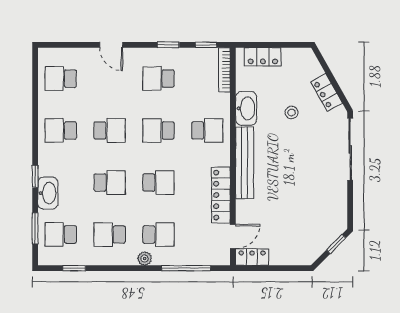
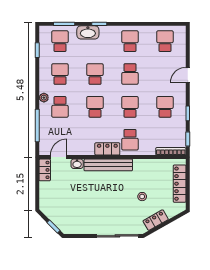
locker: (263, 57) -> (180, 184), width x1.53
washbasin: (246, 108) -> (77, 164), moved, width x0.52, depth x0.69
school desk: (110, 182) -> (95, 74), turned 180
school desk: (158, 182) -> (95, 107), turned 180
locker: (221, 195) -> (107, 149), moved, width x0.66
door: (233, 236) -> (59, 157), swing flipped

